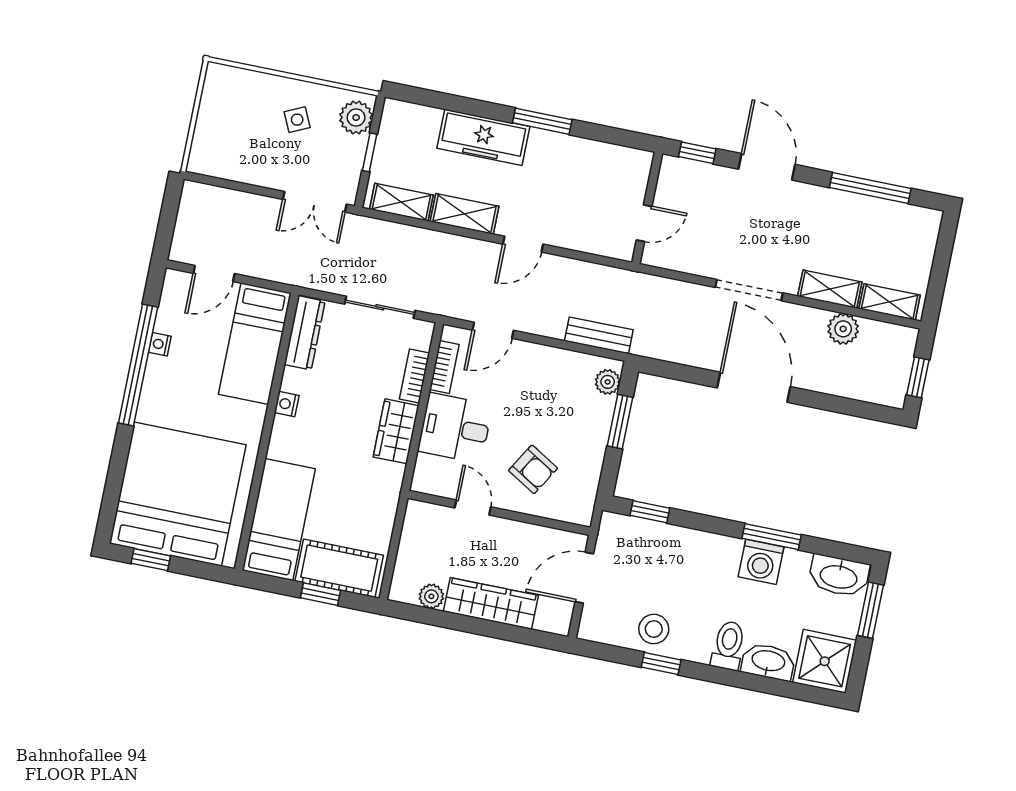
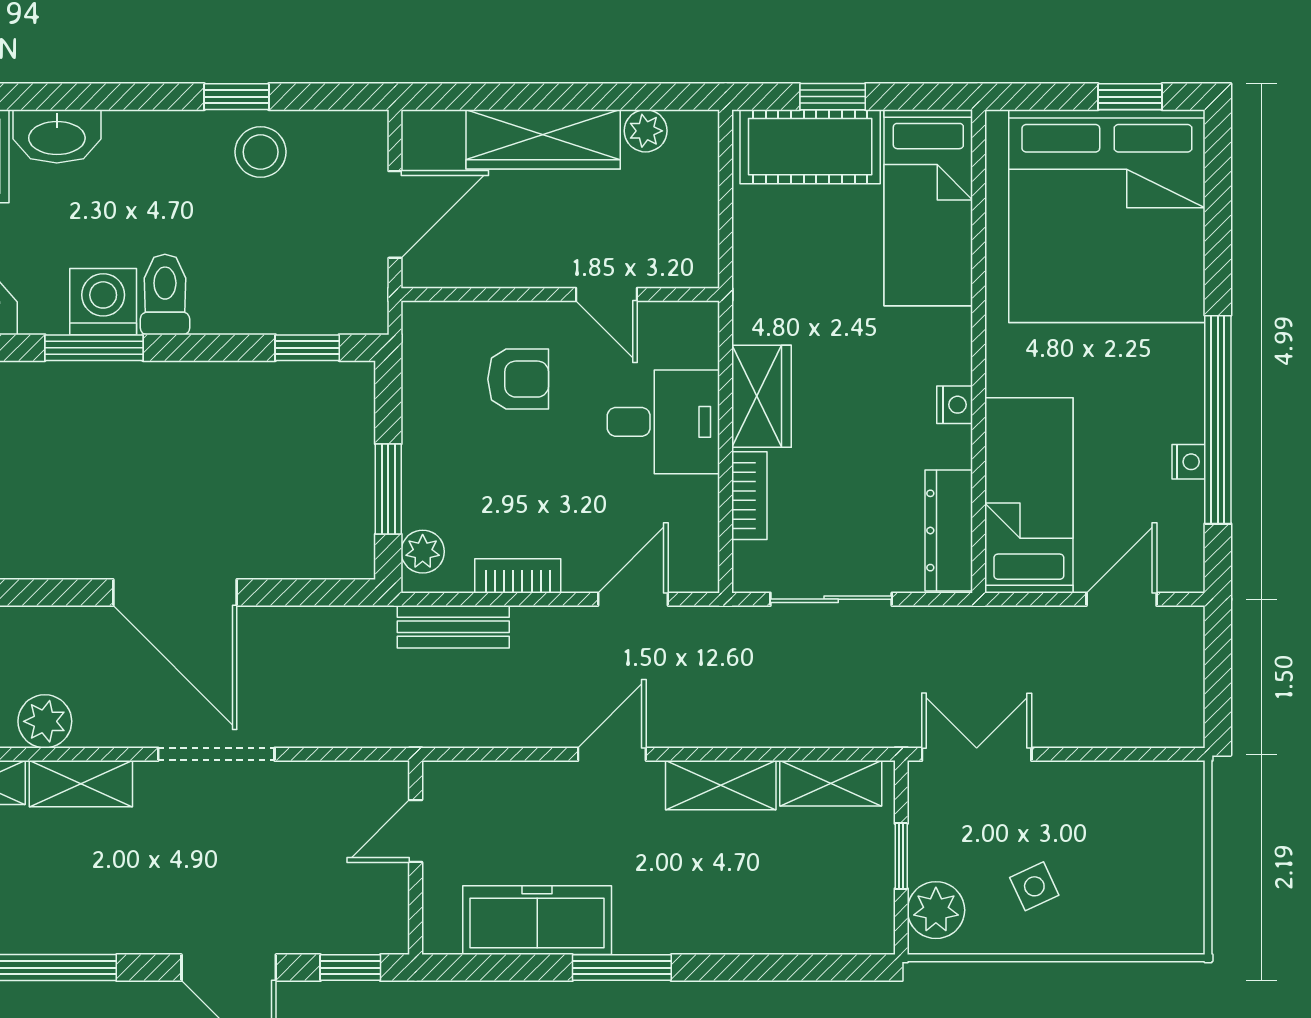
freezer: (483, 137) -> (537, 920), moved
bookcase: (444, 367) -> (518, 576), moved, turned 90
armchair: (533, 469) -> (518, 379), turned 149
toilet: (728, 645) -> (165, 294), moved, turned 180

